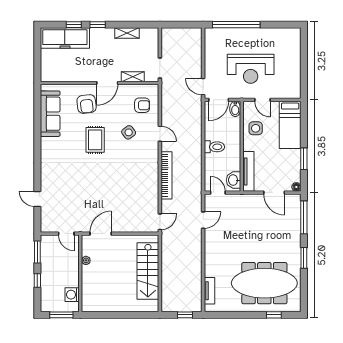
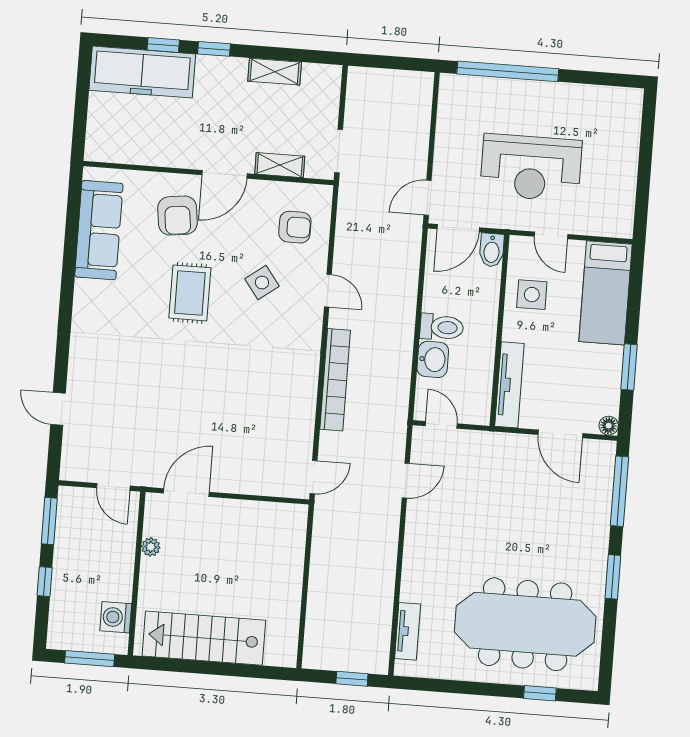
door: (203, 87) -> (428, 198), hinge flipped
washbasin: (233, 180) -> (433, 359), moved, turned 180
stairs: (148, 271) -> (204, 638), moved, turned 90

